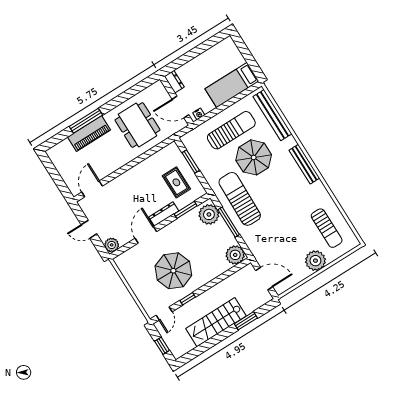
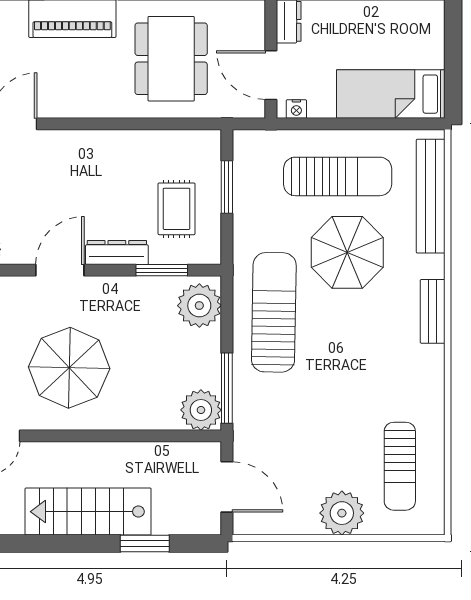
bench: (304, 164) -> (433, 311), width x0.73
window: (229, 222) -> (227, 388), moved
window: (188, 299) -> (63, 436), removed

